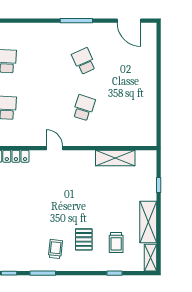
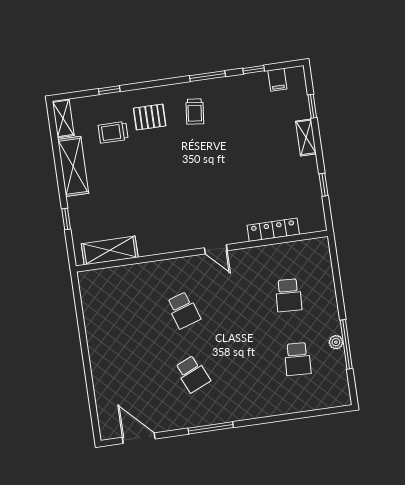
school desk: (84, 108) -> (183, 310), turned -36
shelving: (115, 158) -> (110, 251), moved
pallet: (84, 239) -> (150, 117), moved, turned 90
trolley: (116, 242) -> (113, 132), turned -90

